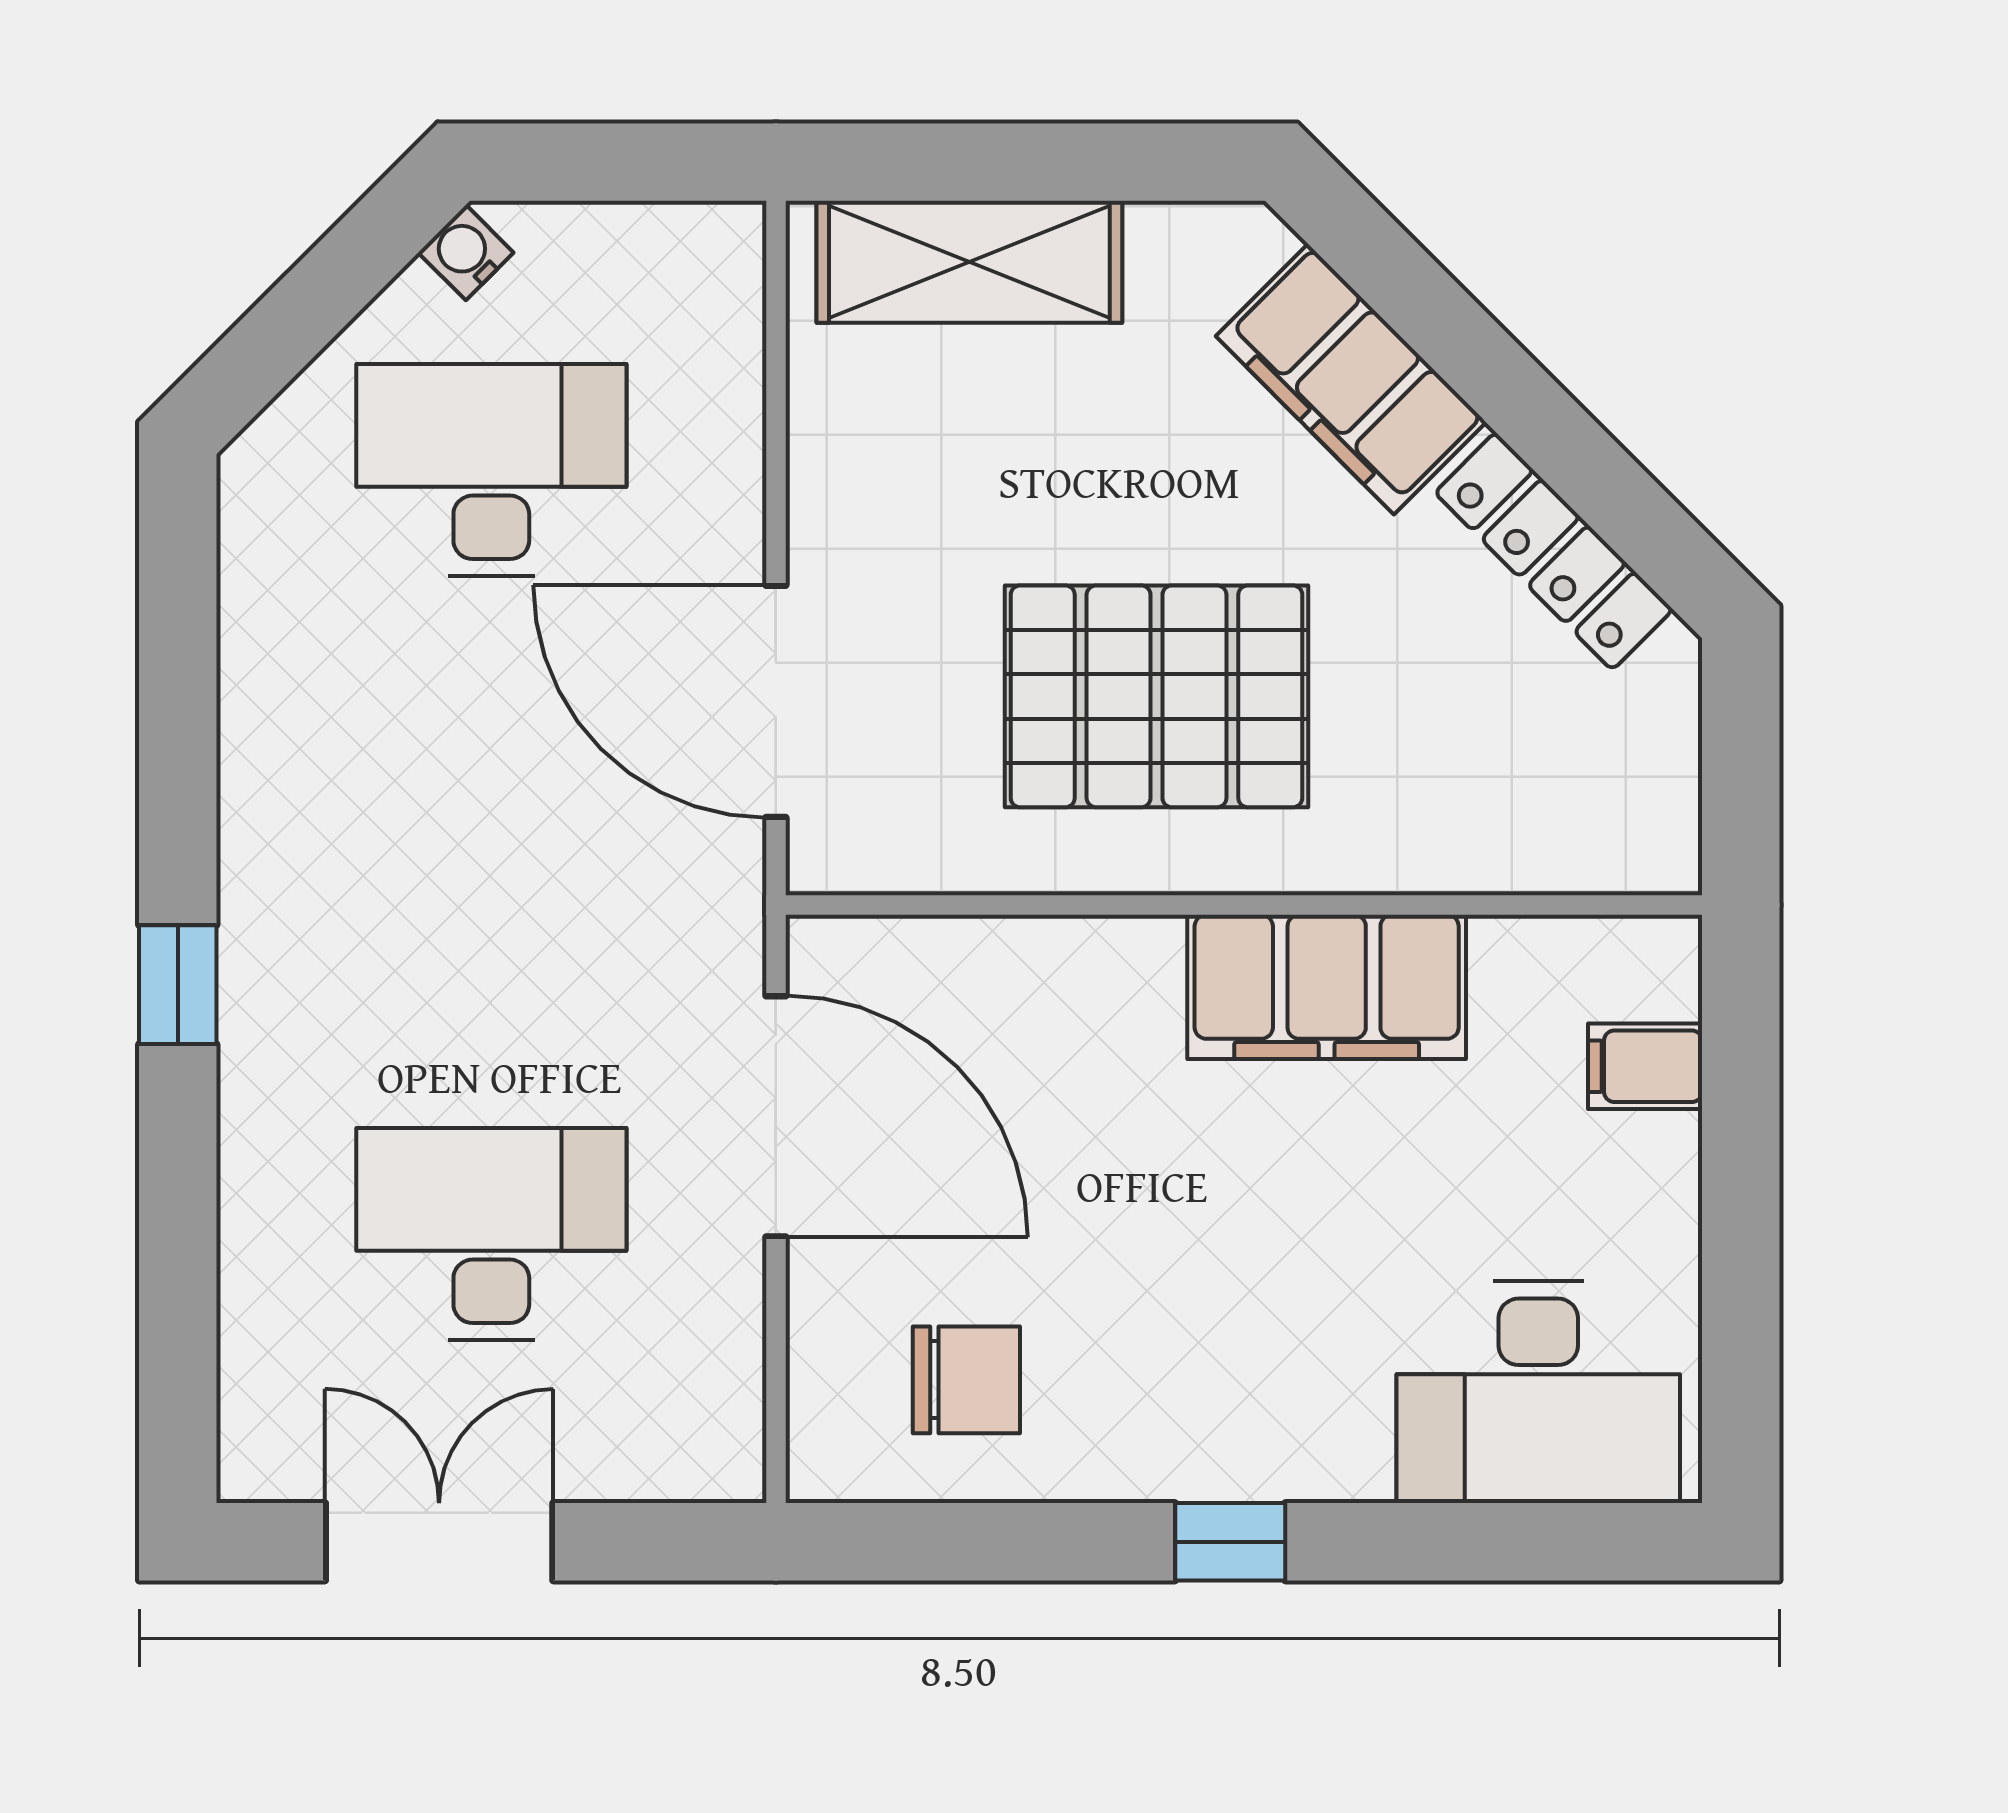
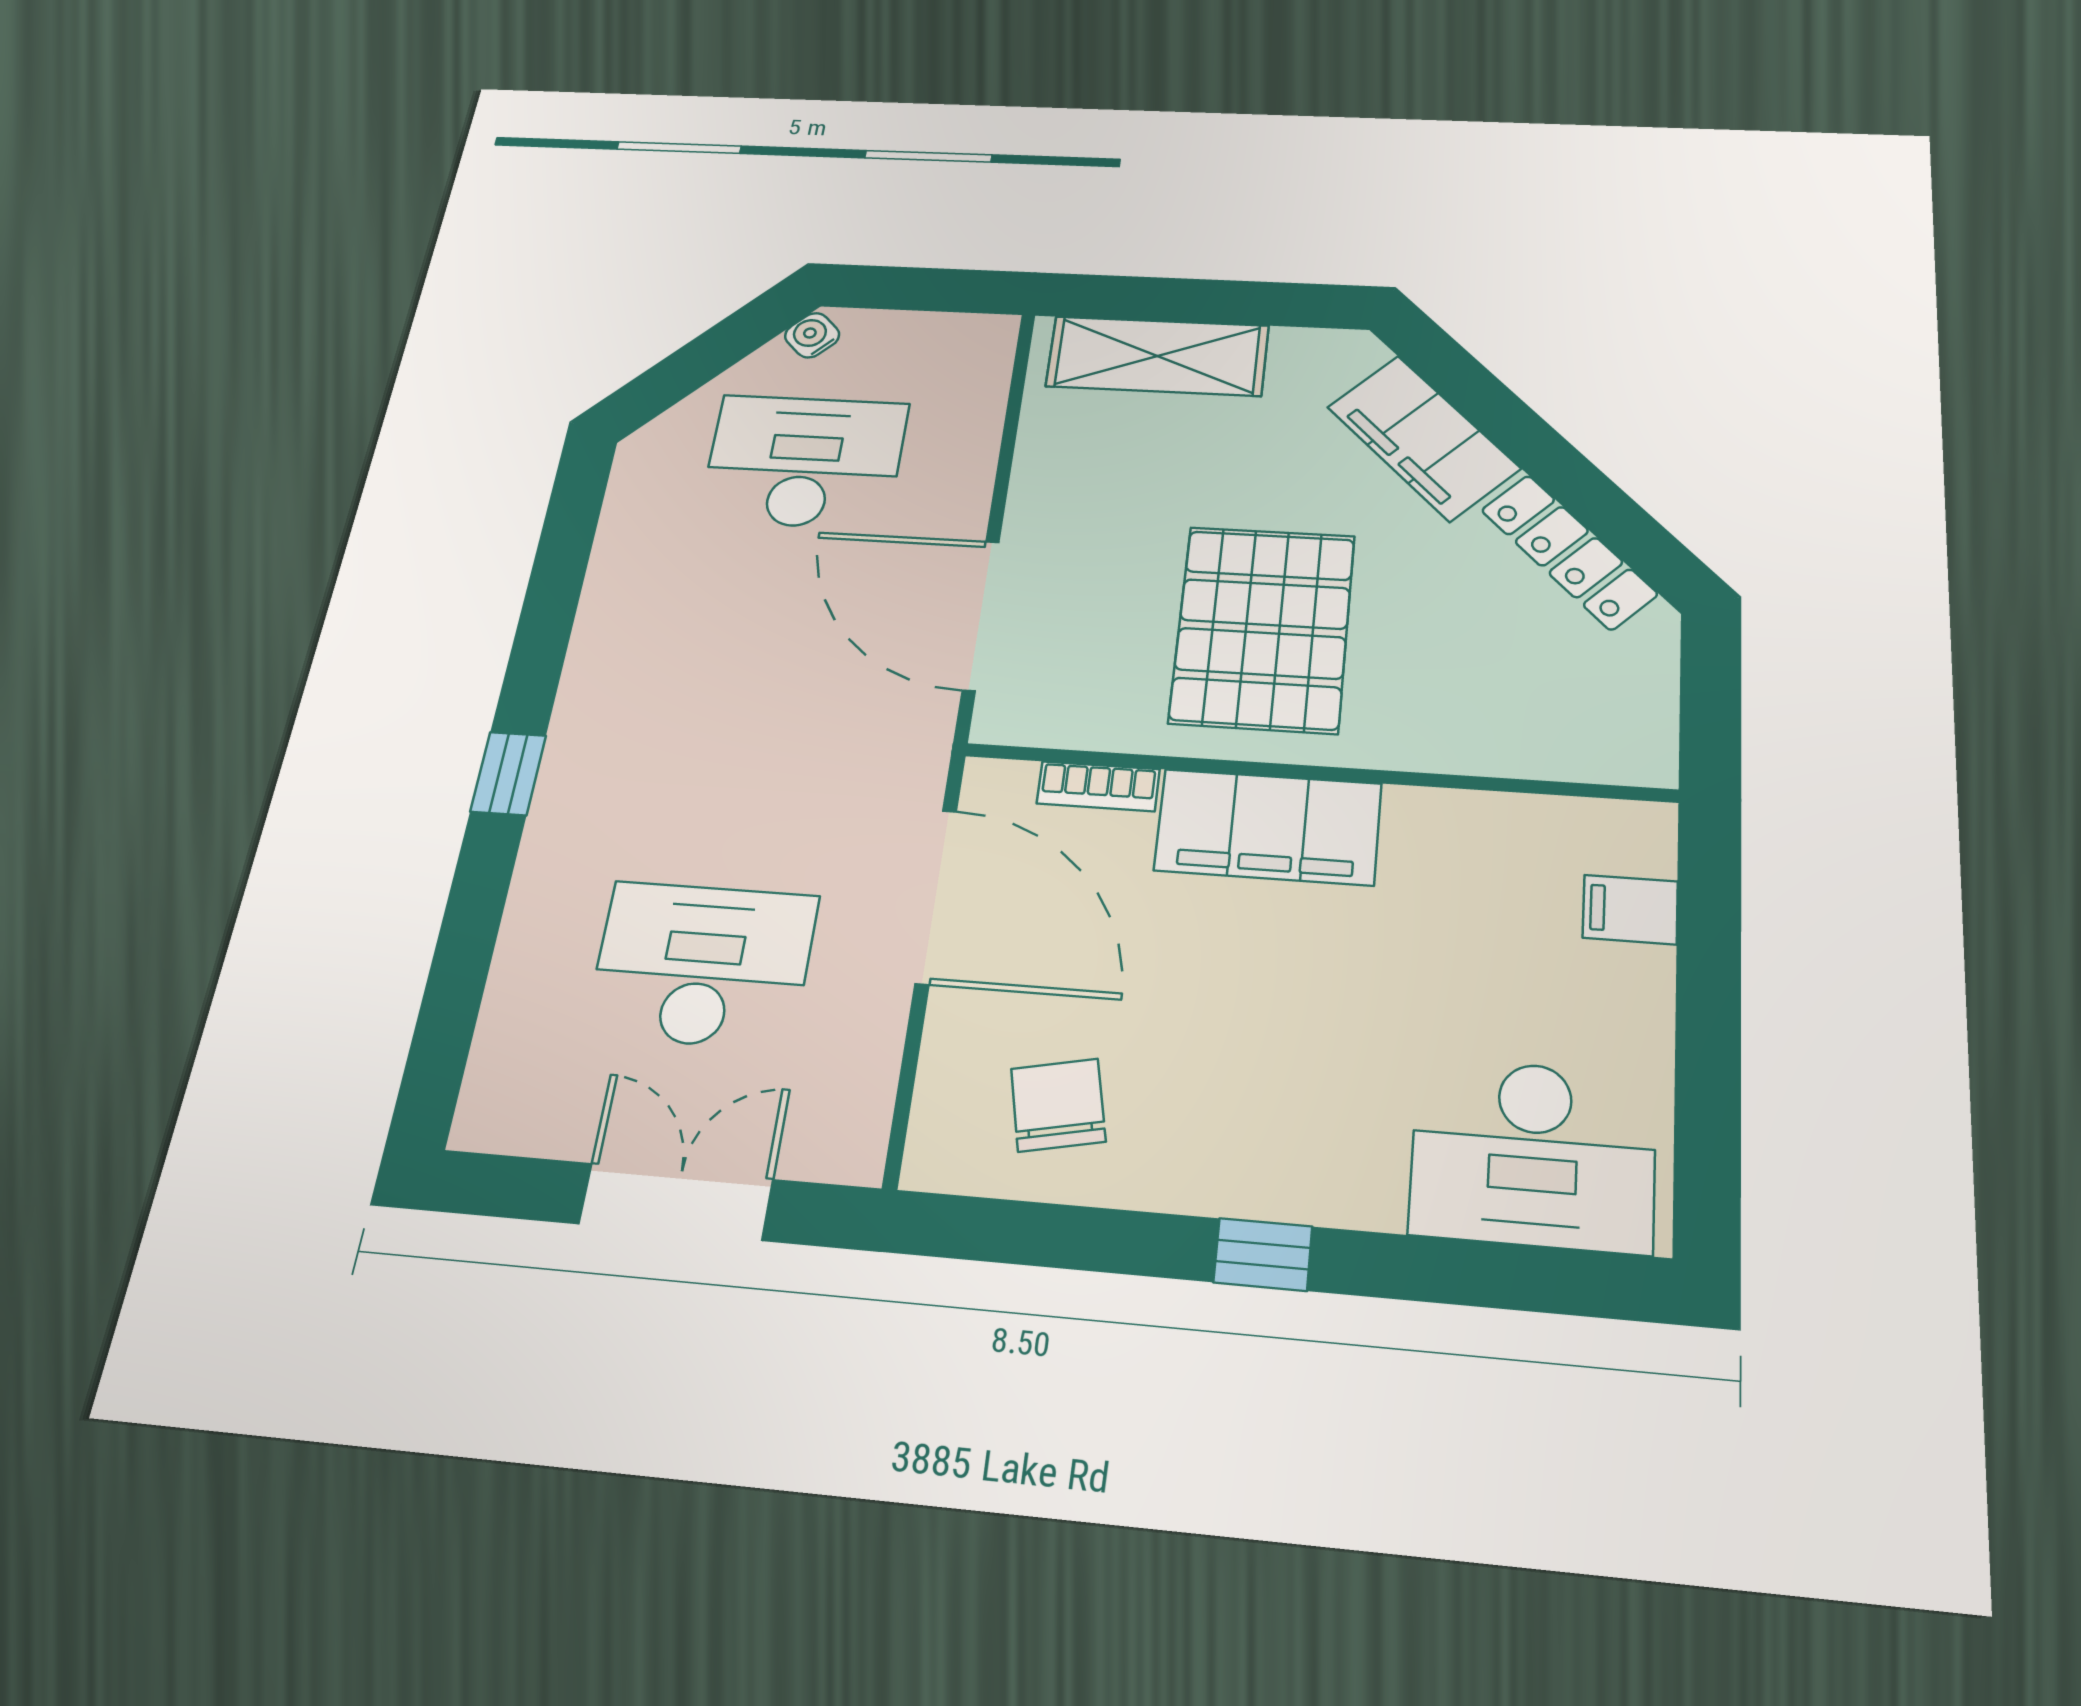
pallet: (1157, 696) -> (1263, 629), turned 90
bookcase: (965, 945) -> (1098, 786), added
filing cabinet: (1327, 987) -> (1268, 827), moved
chair: (966, 1380) -> (1058, 1105), turned -102
double door: (439, 1542) -> (676, 1202), moved

